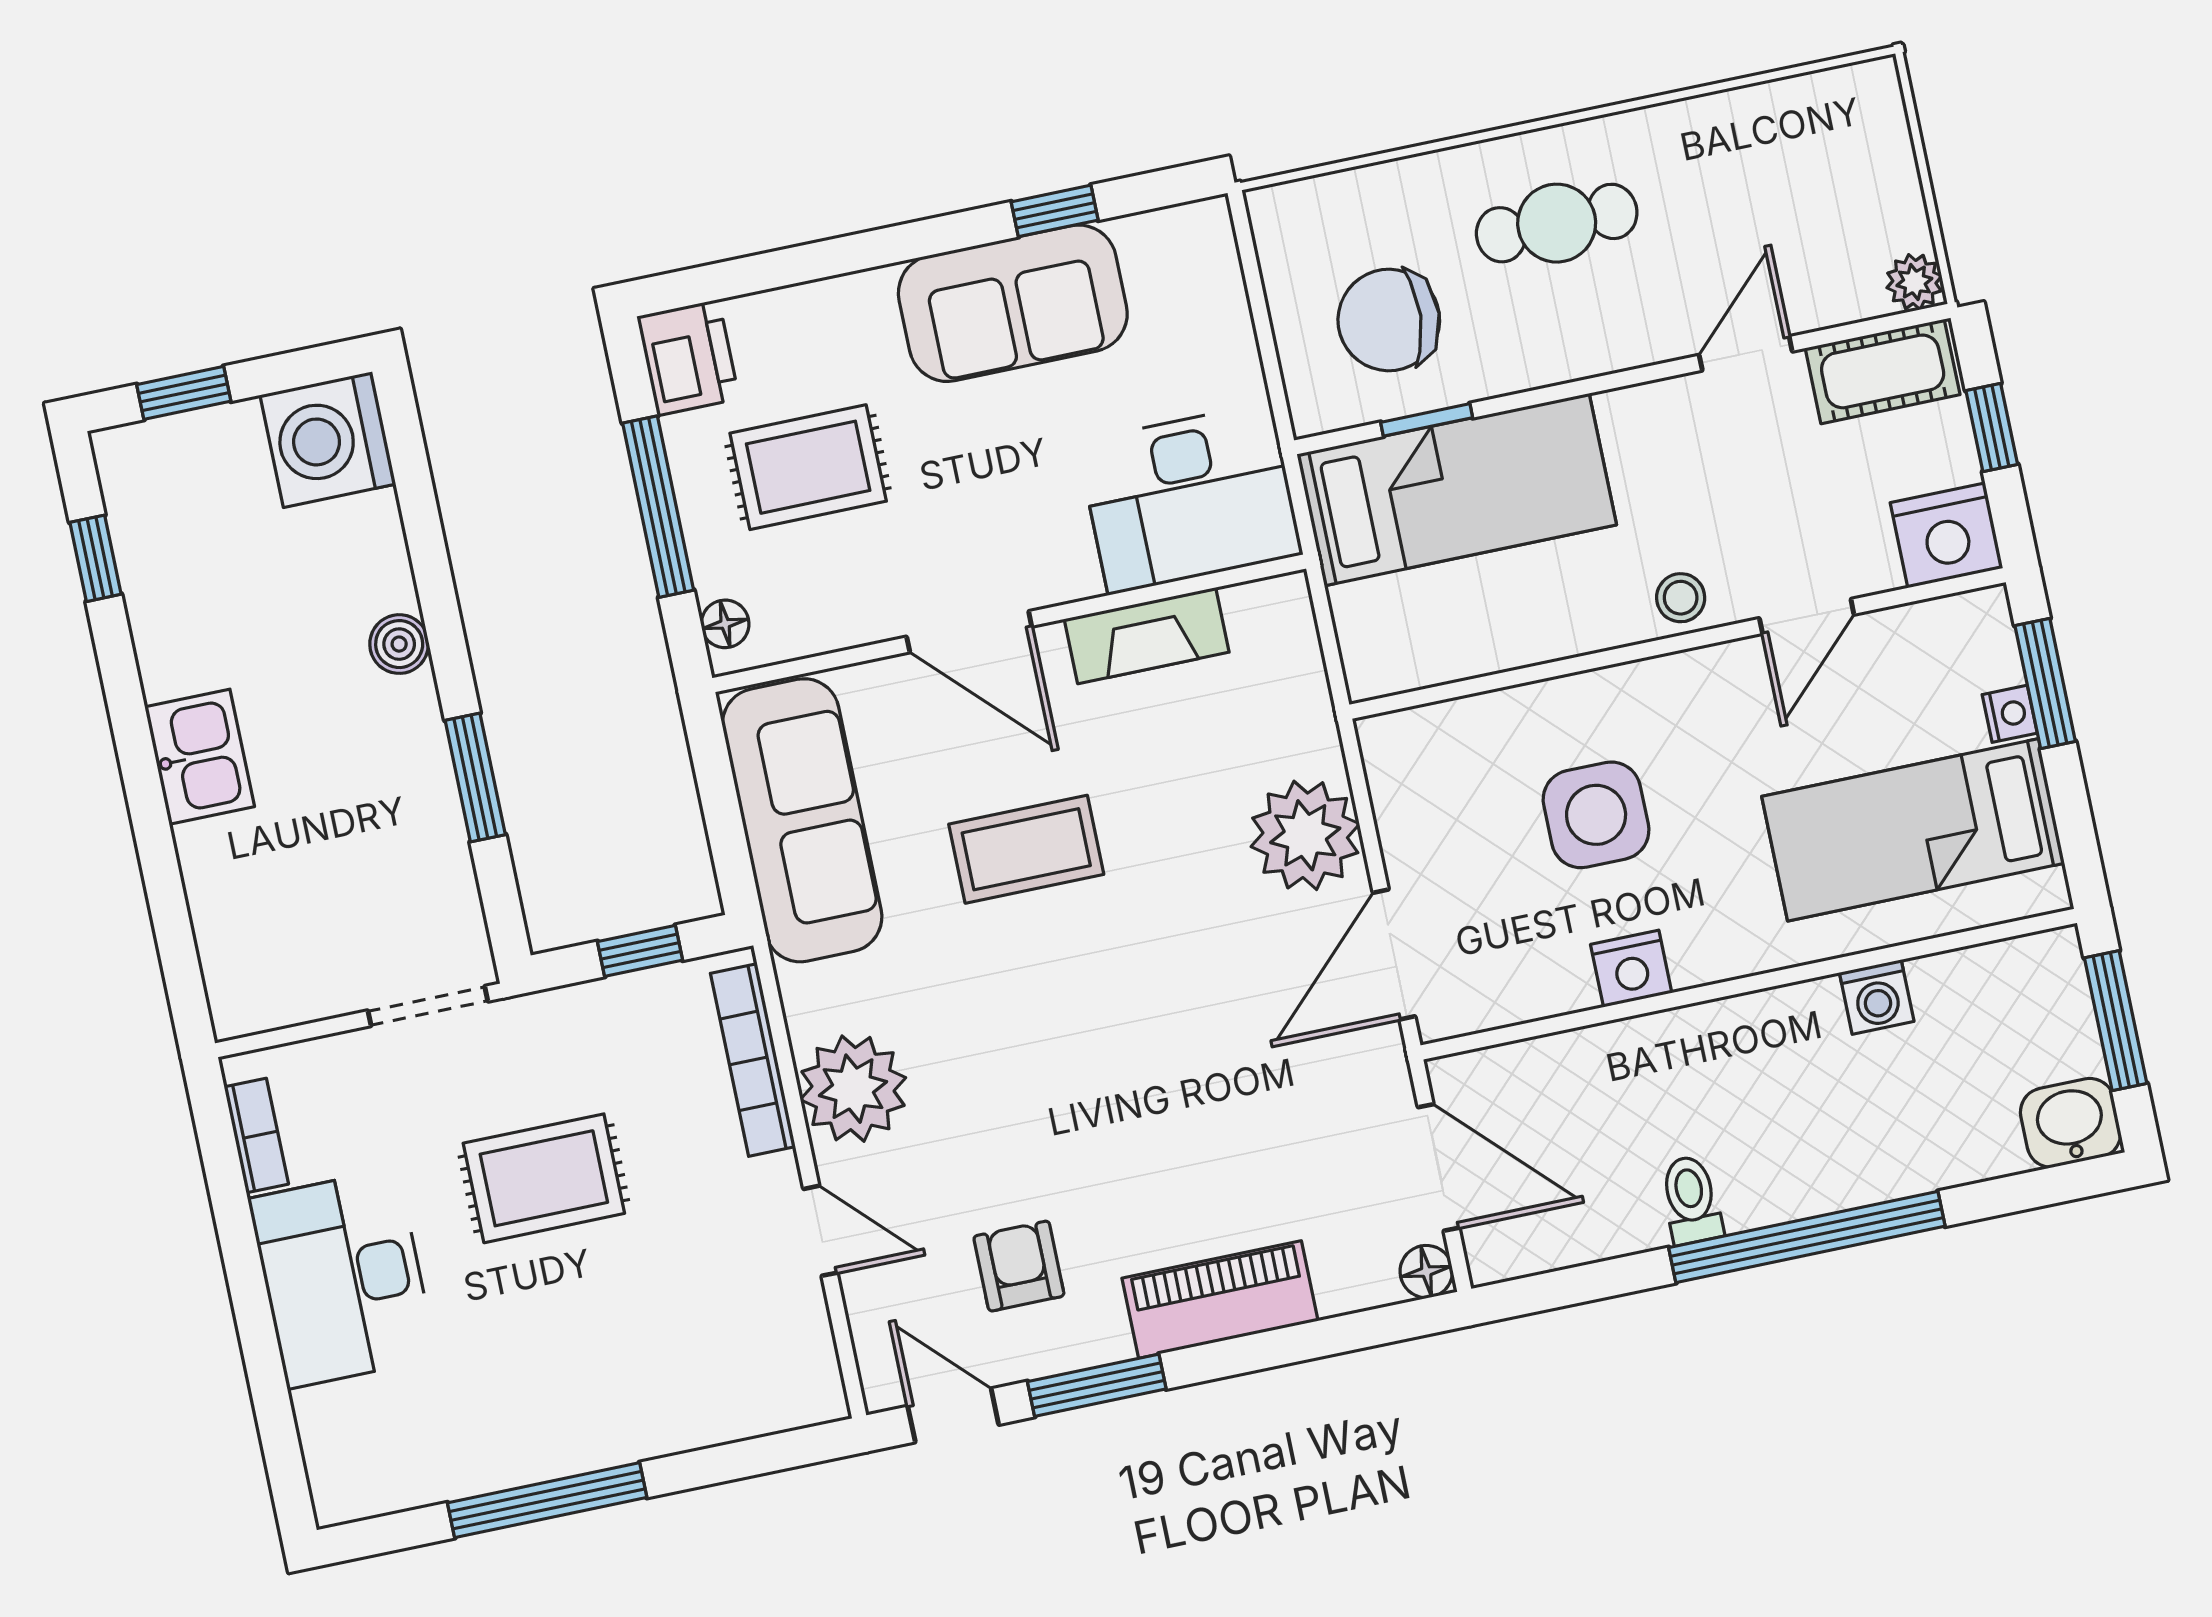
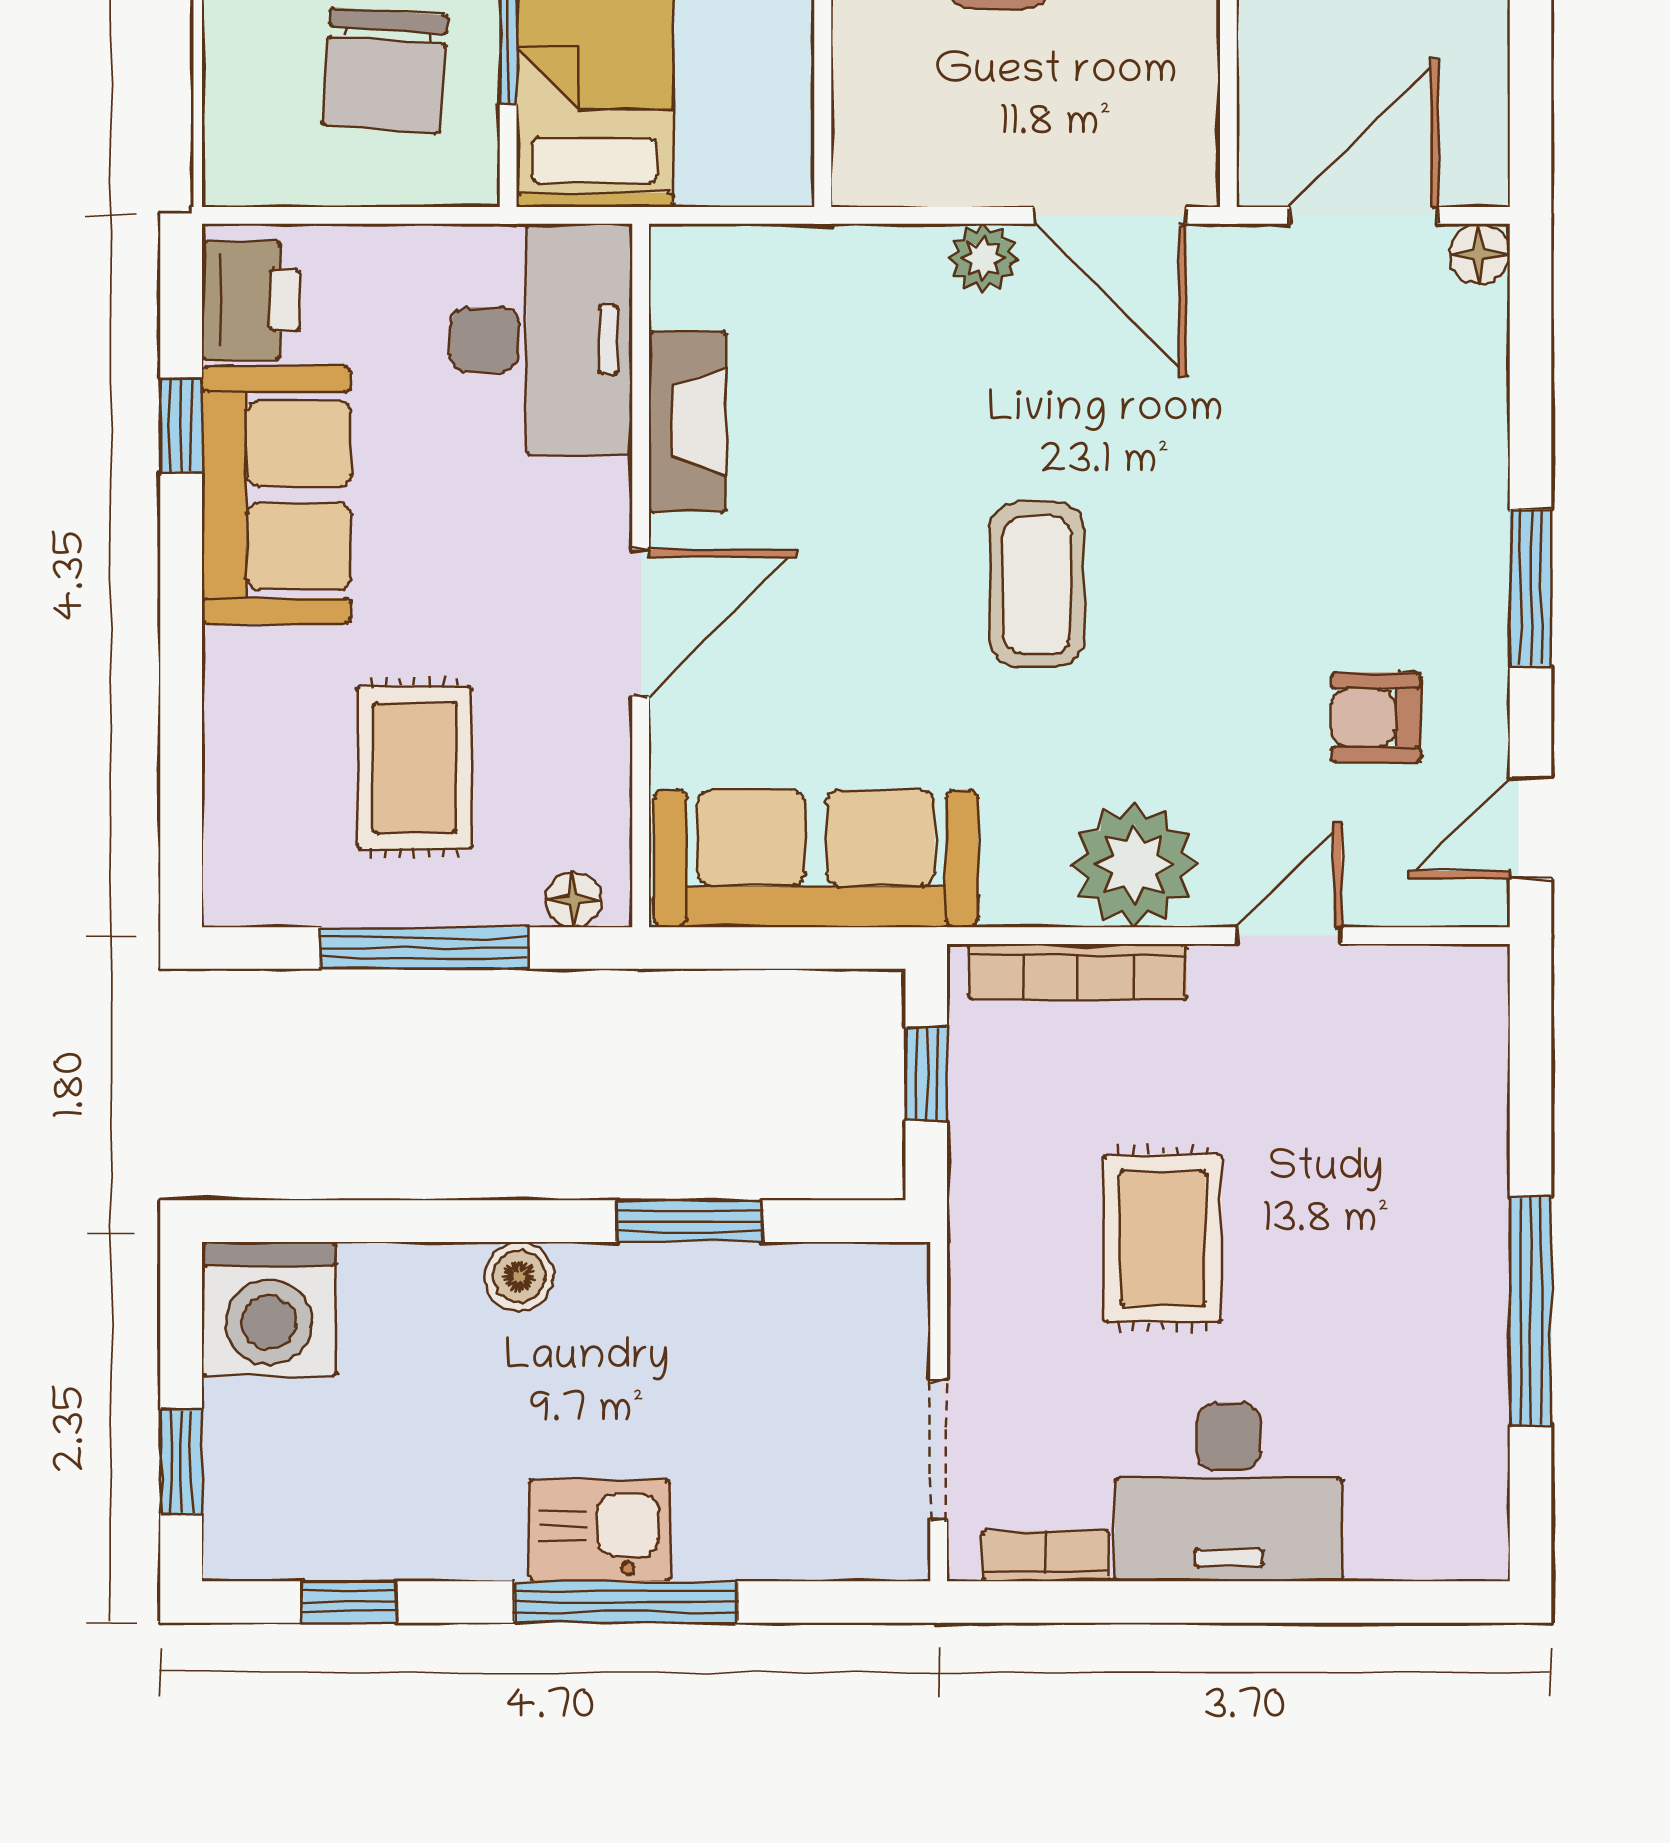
printer: (688, 358) -> (251, 300), moved, turned 90
window: (144, 791) -> (626, 1602), added
plant: (1305, 835) -> (983, 258), width x0.53, depth x0.53
coffee table: (1026, 849) -> (1037, 585), moved
doorway: (428, 1006) -> (939, 1449), moved
piano: (1220, 1300) -> (1462, 496), removed
window: (1097, 1385) -> (1531, 588), moved

